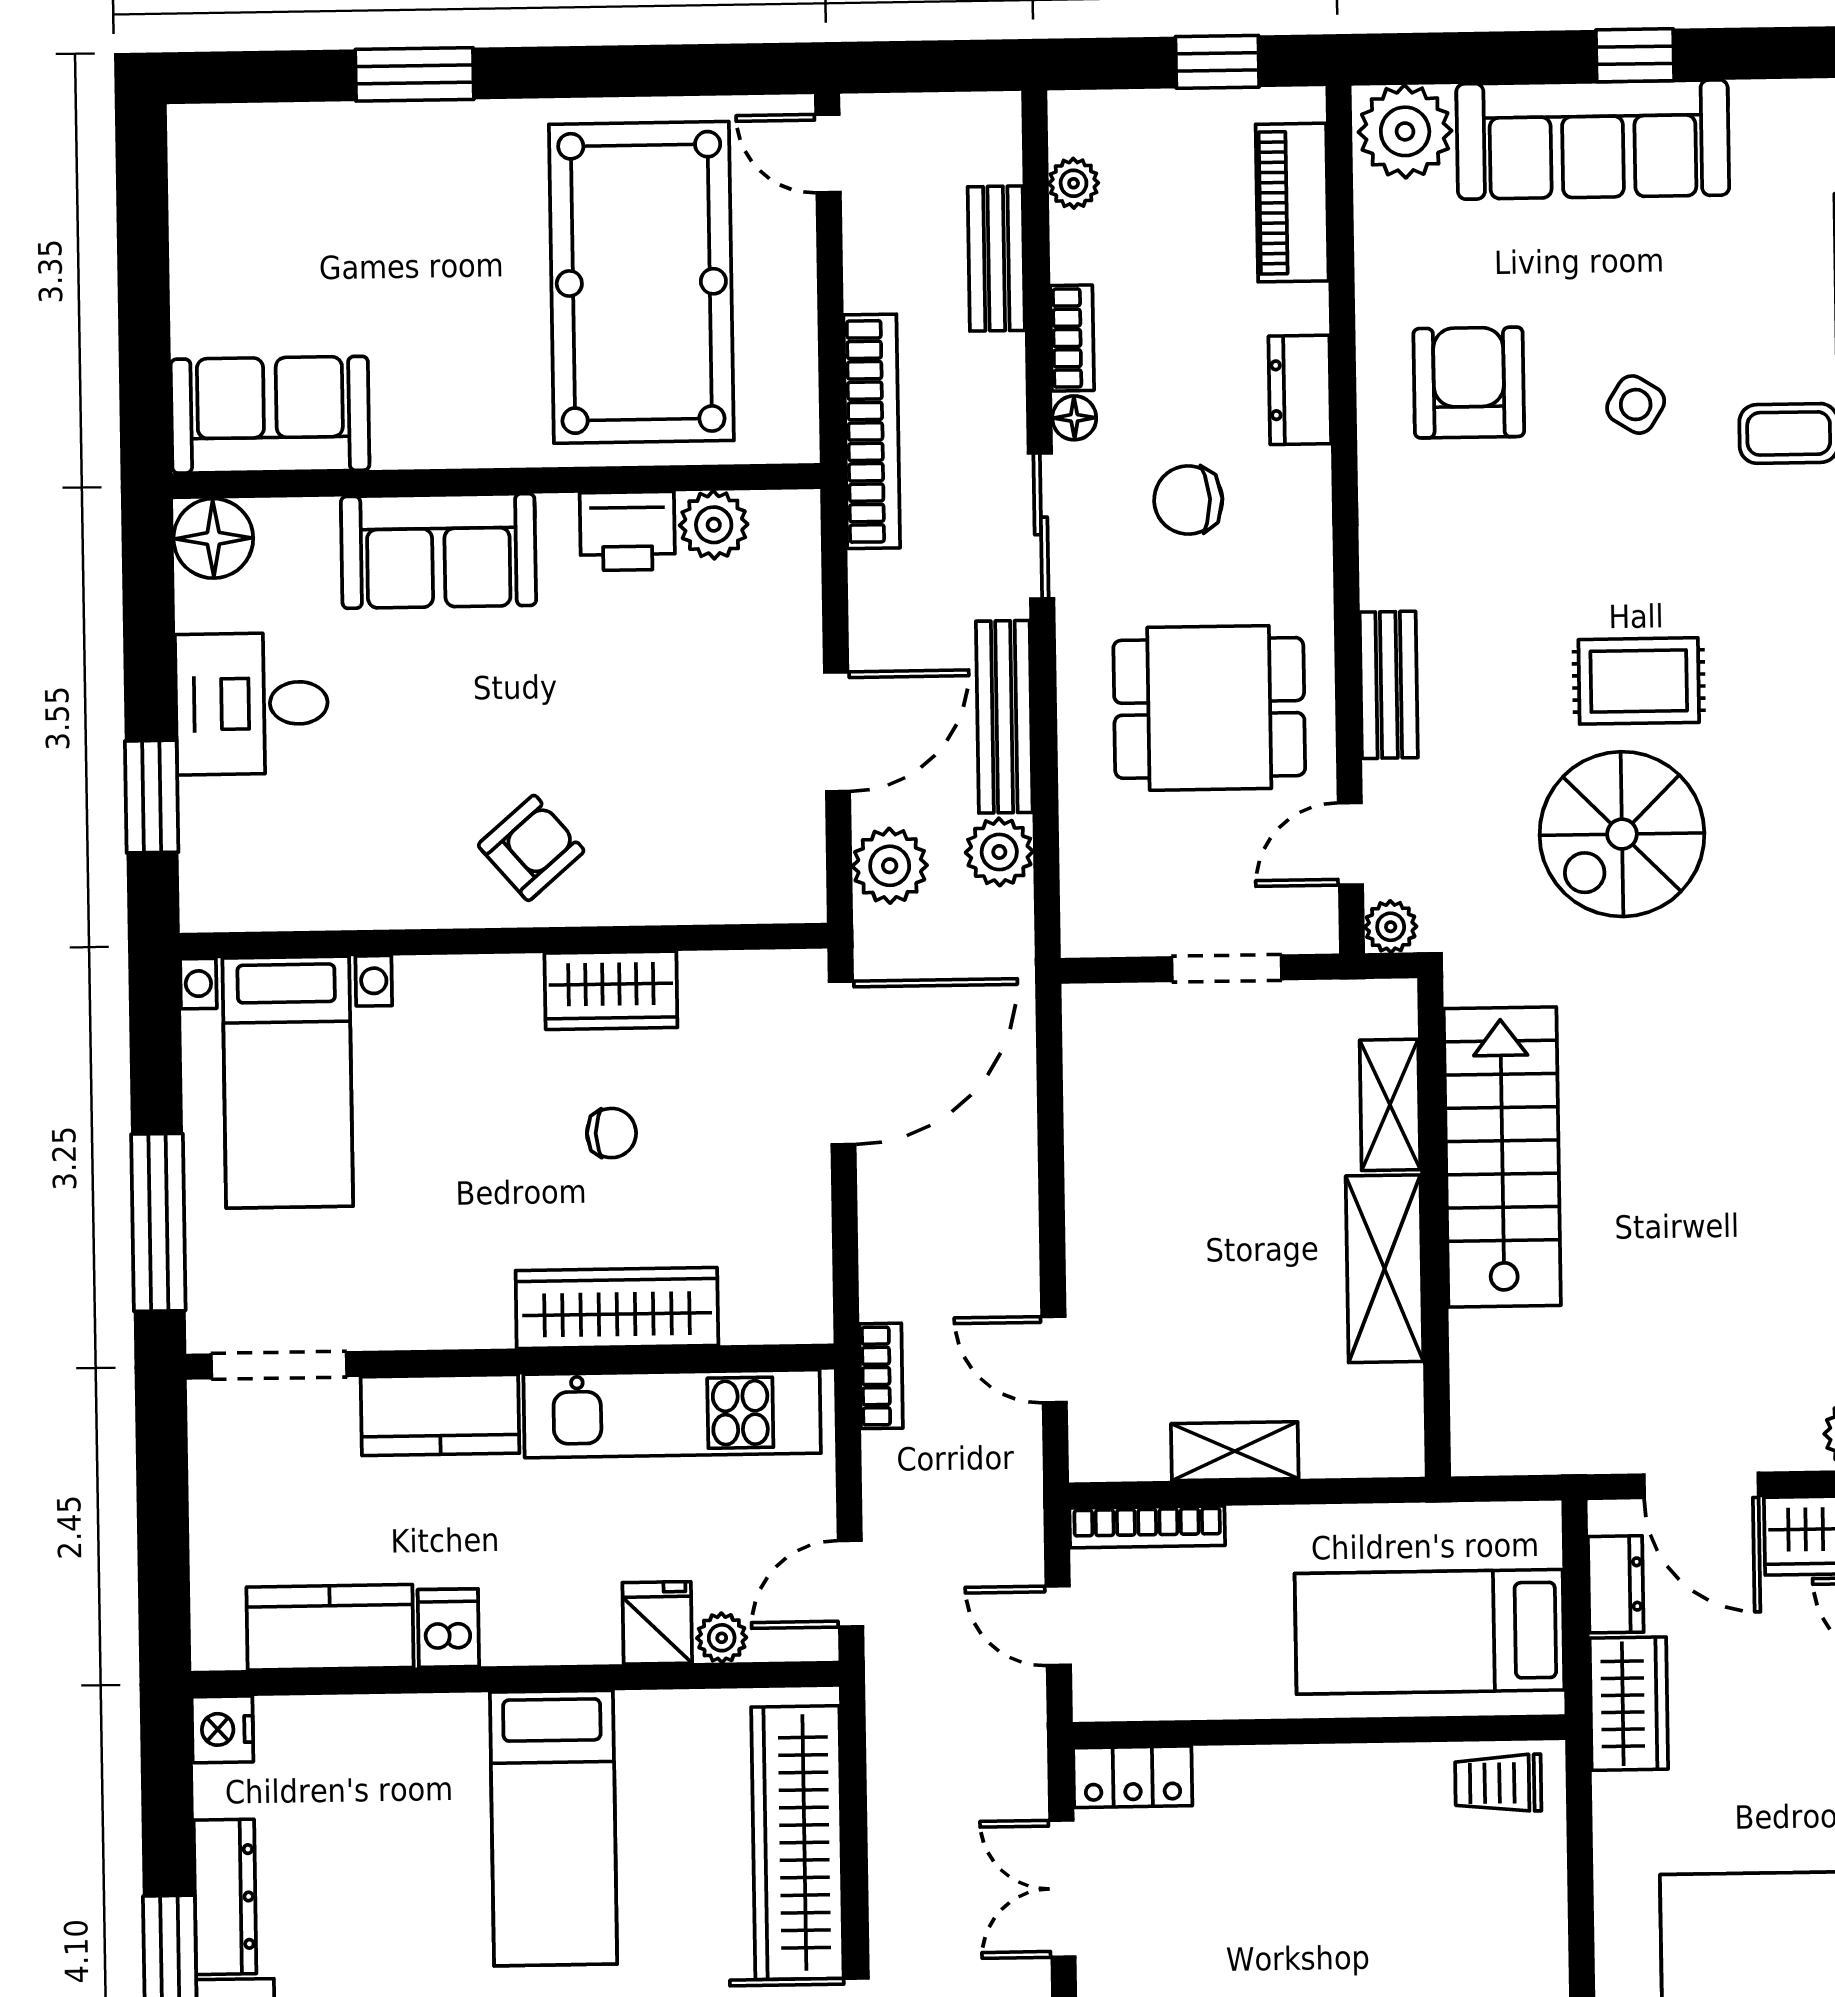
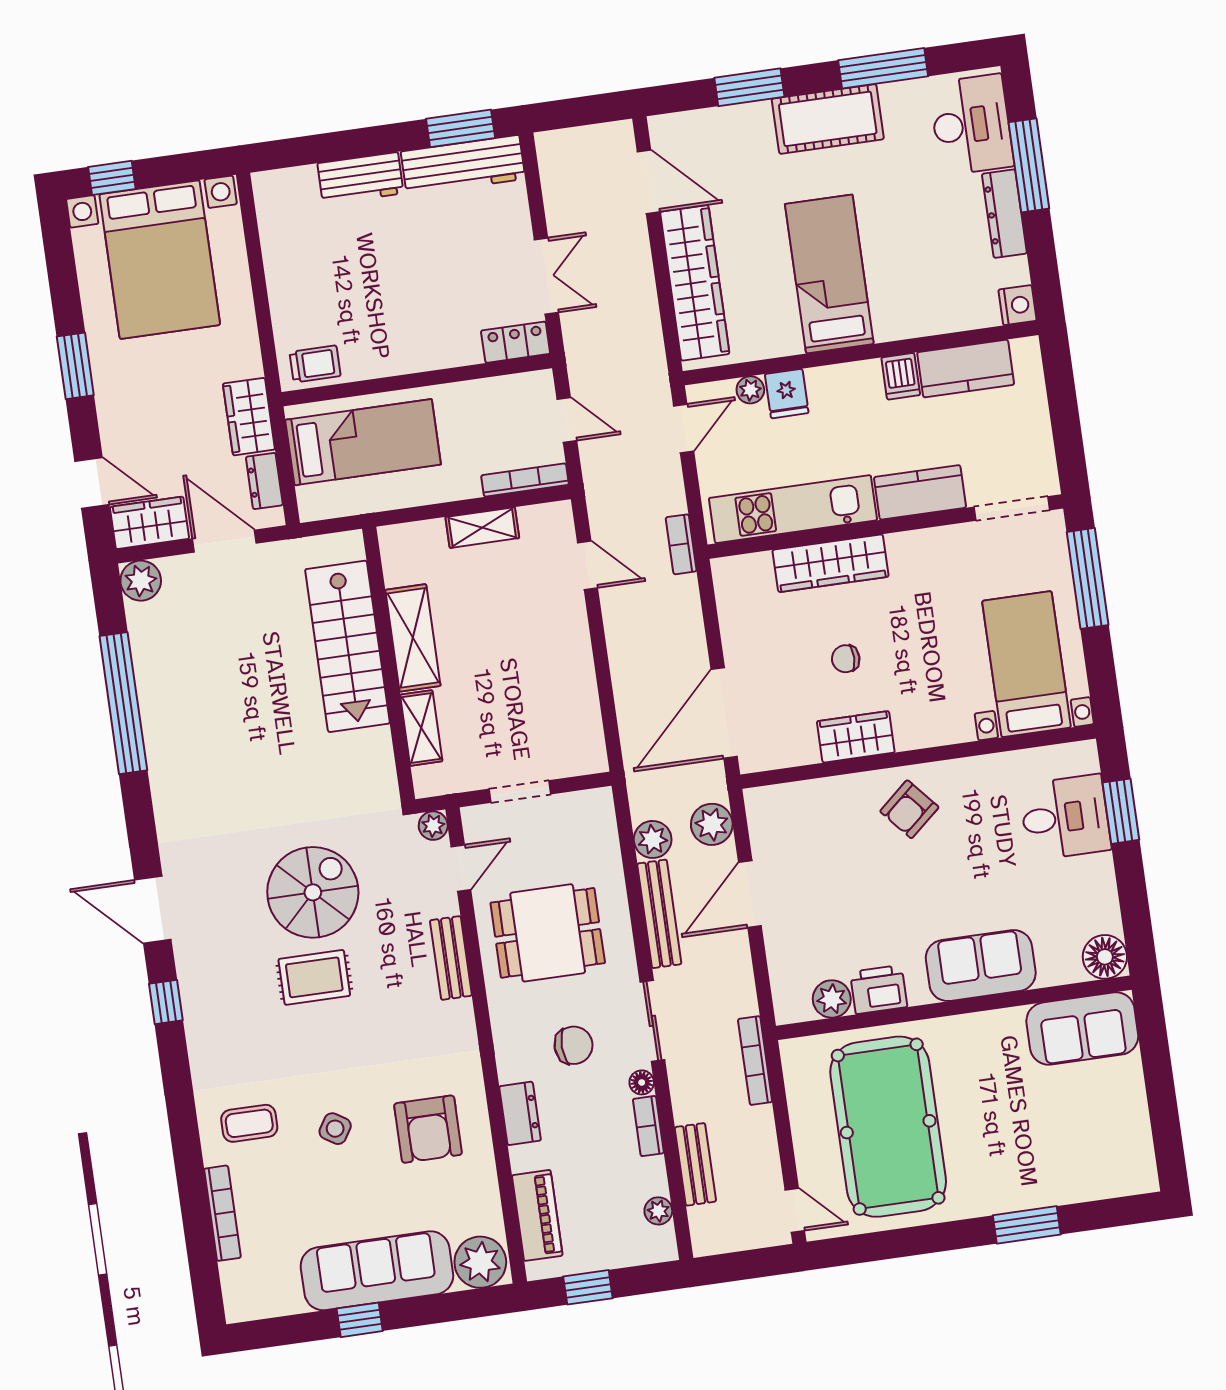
bookcase: (872, 431) -> (755, 1061), width x0.68, depth x0.76
desk: (252, 704) -> (1065, 817), moved
stairs: (1502, 1157) -> (347, 646), moved

